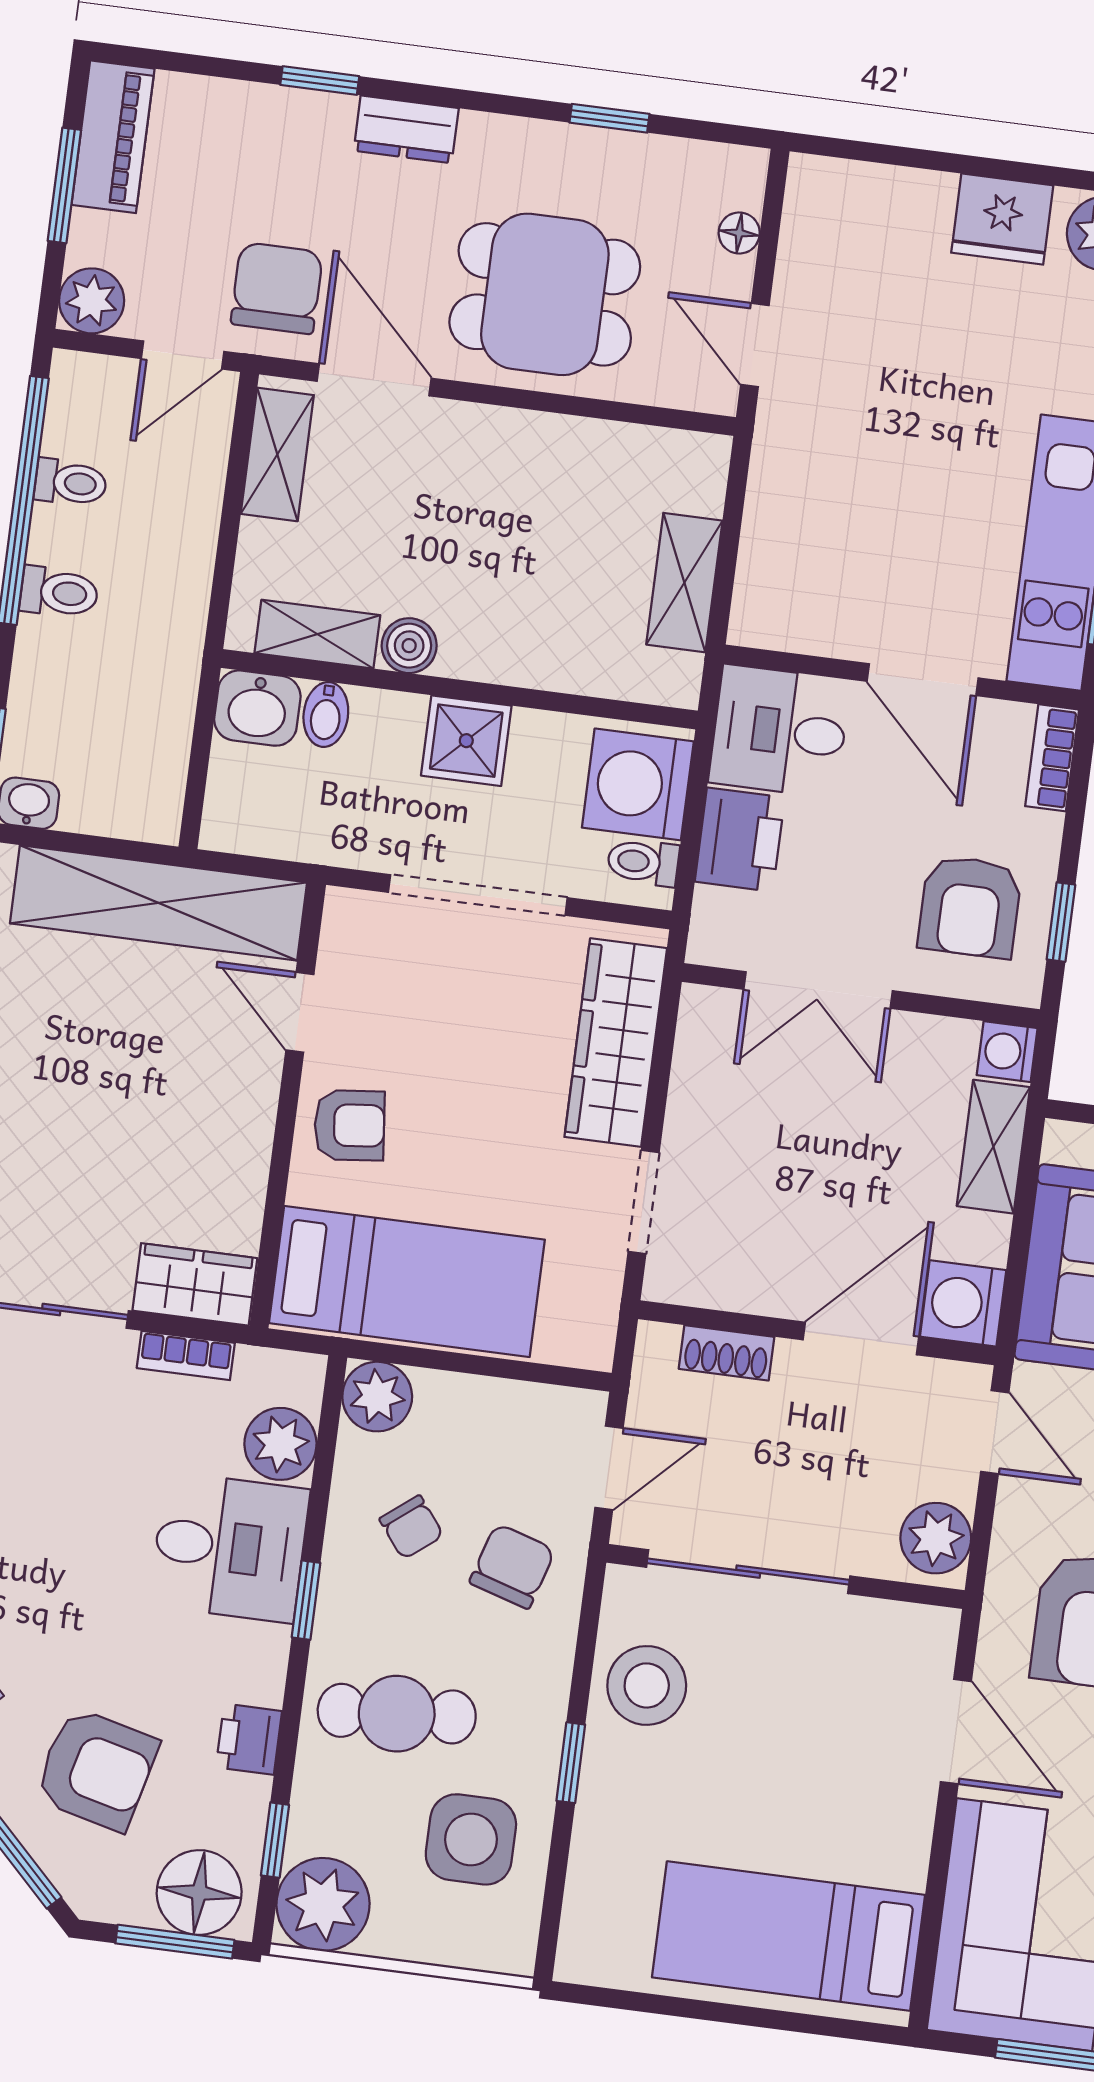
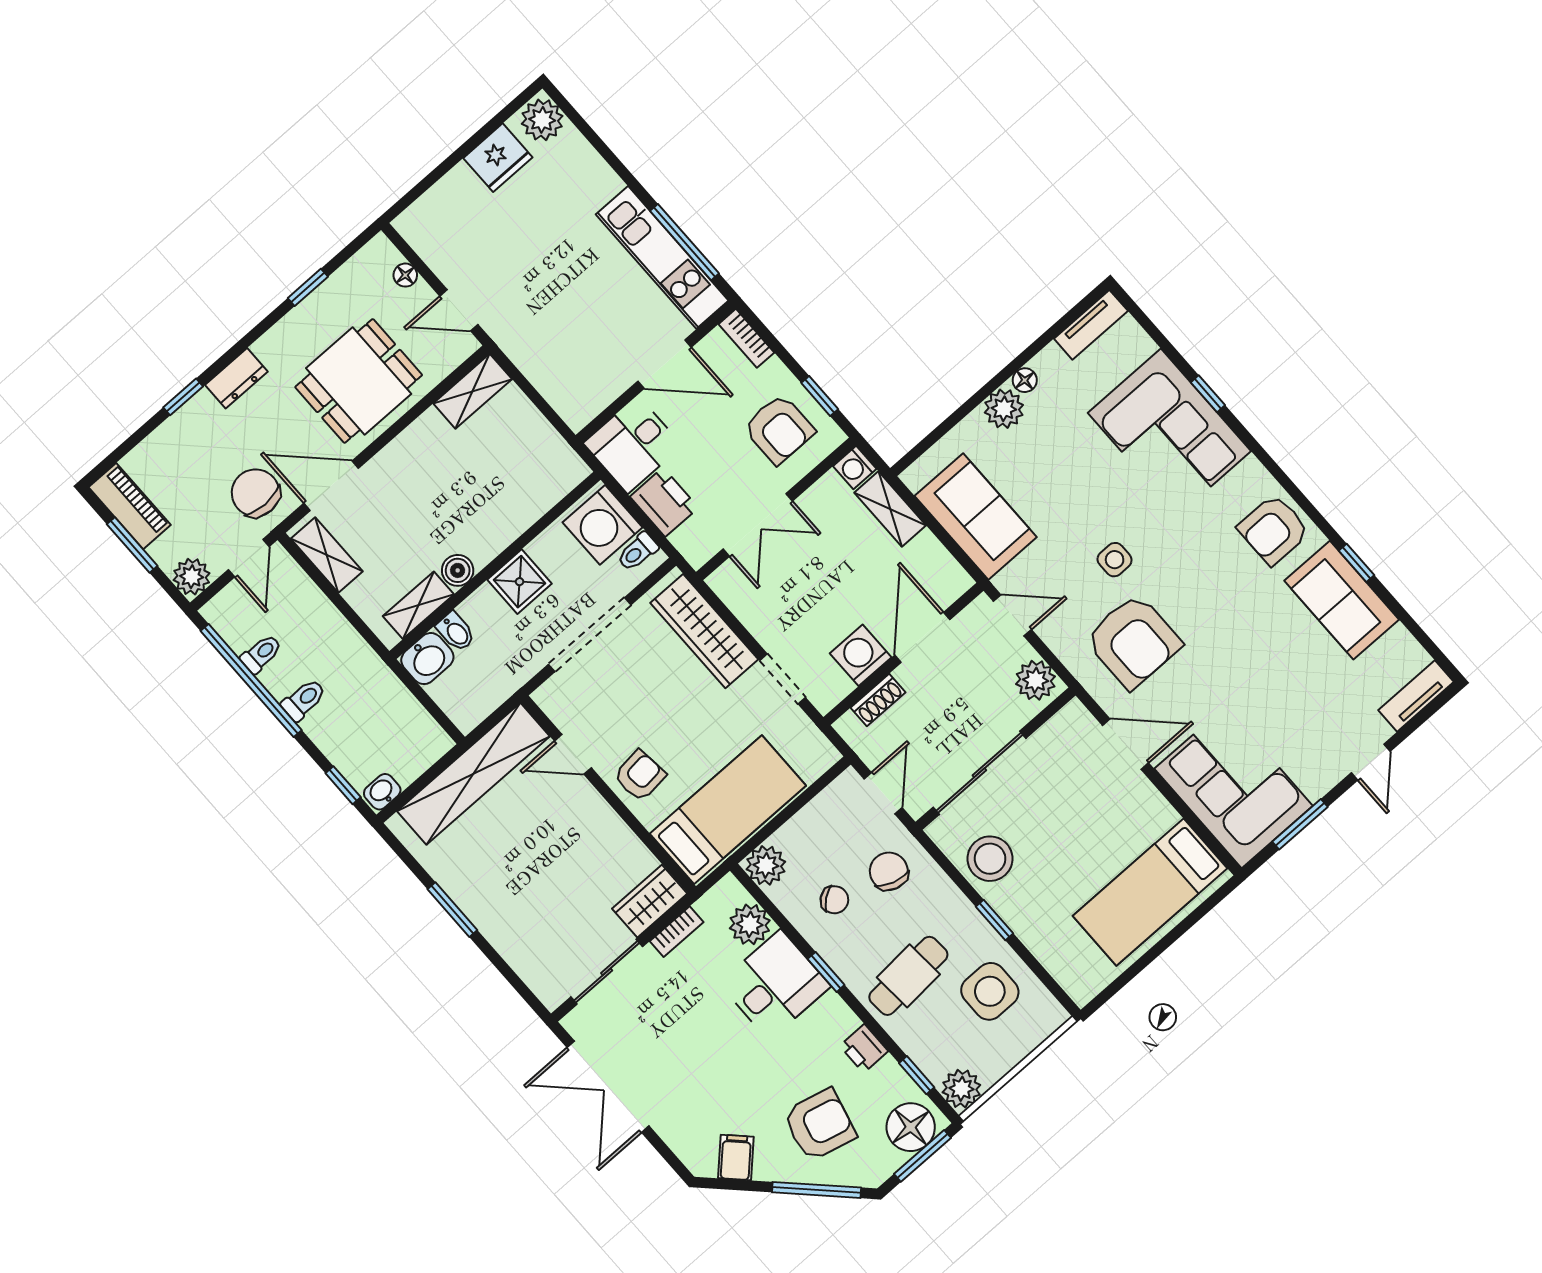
shelving: (684, 583) -> (473, 391), moved, turned 90
washing machine: (963, 1303) -> (861, 655), moved, turned 90
plant: (323, 1904) -> (961, 1089), width x0.73, depth x0.73

